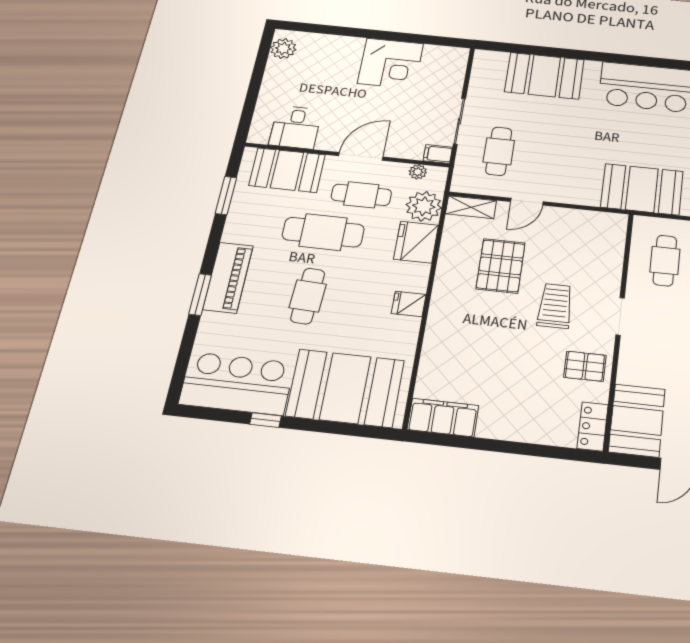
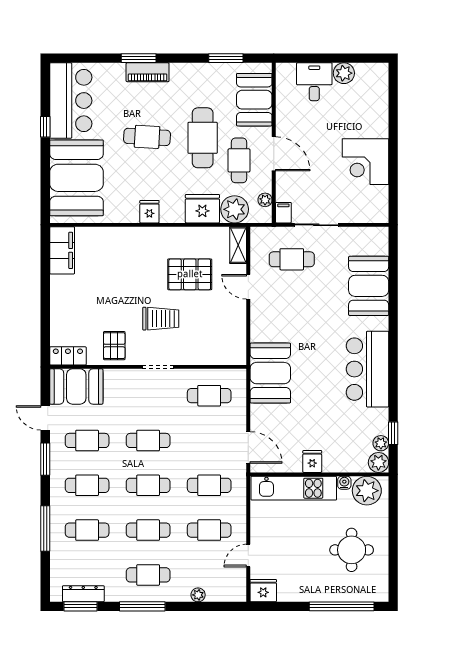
plant: (283, 48) -> (344, 73), moved
desk: (295, 127) -> (314, 82), moved, turned 90
piano: (228, 277) -> (148, 72), width x0.73, depth x0.75

